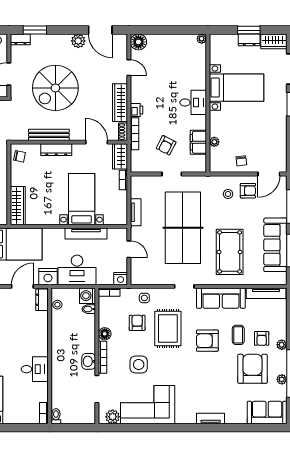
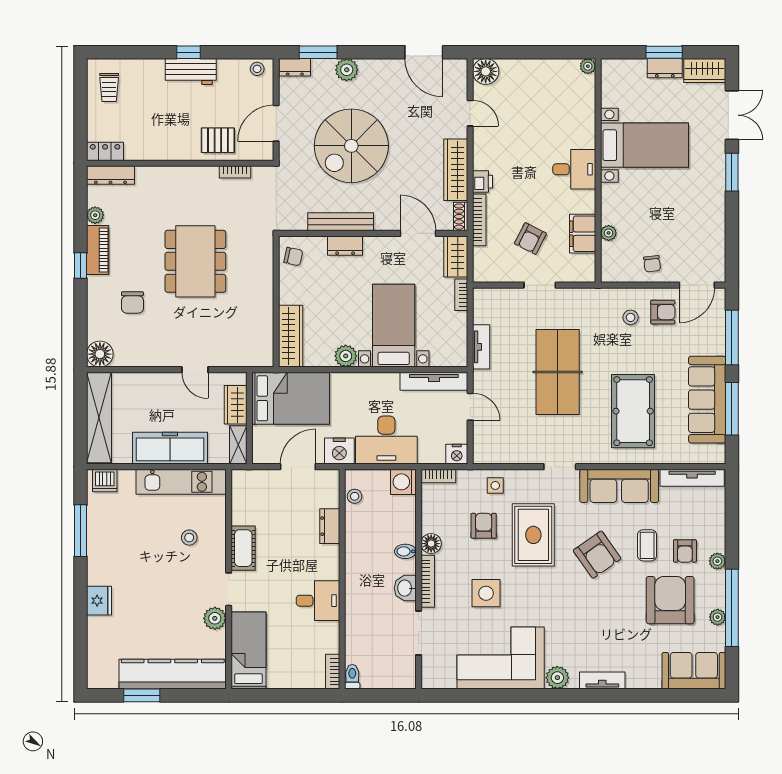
plant: (78, 41) -> (347, 70), moved
dresser: (56, 150) -> (345, 246), width x0.70
plant: (52, 218) -> (346, 356), added
table tennis table: (183, 228) -> (558, 372), width x0.73, depth x0.76
tv unit: (86, 233) -> (434, 381), moved
dresser: (42, 300) -> (330, 526), moved
bidet: (89, 309) -> (405, 551), moved
armchair: (207, 341) -> (597, 555), turned -125
plant: (113, 417) -> (557, 678), moved

